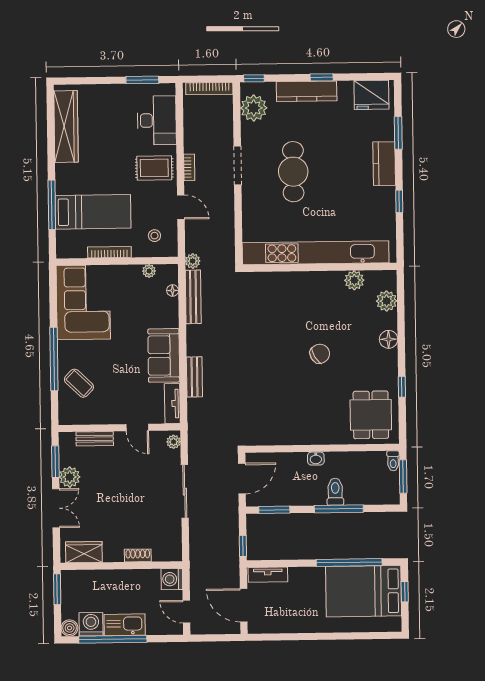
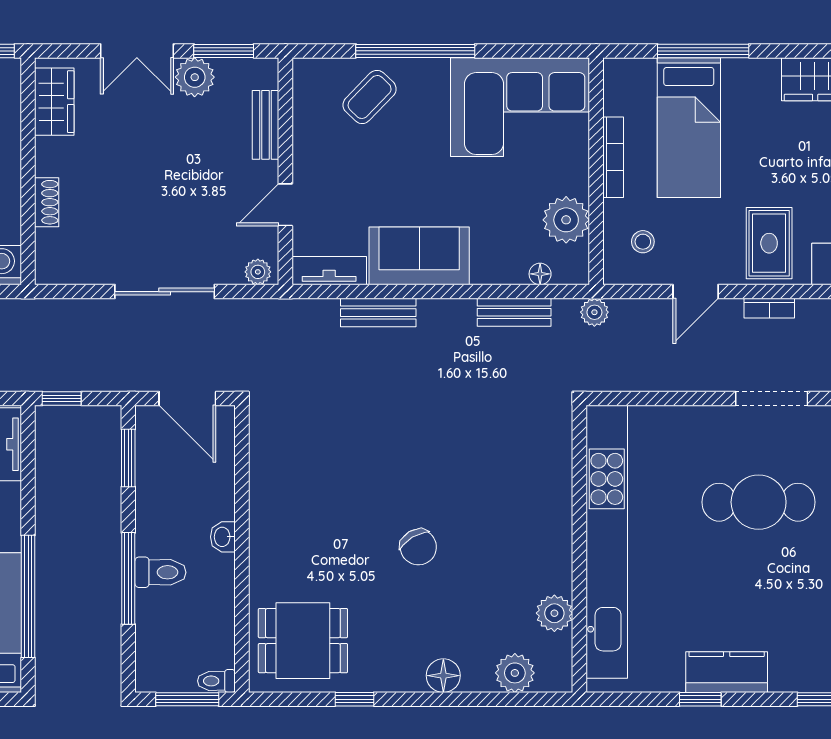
kitchen counter: (384, 164) -> (727, 672), moved
plant: (149, 271) -> (566, 220), width x1.87, depth x1.87
bench: (193, 297) -> (514, 312), width x0.73

